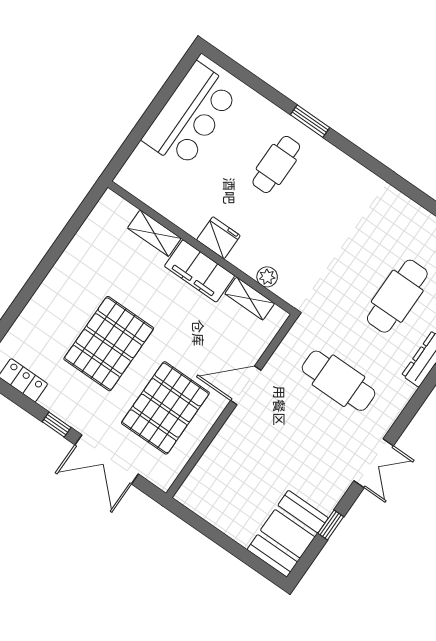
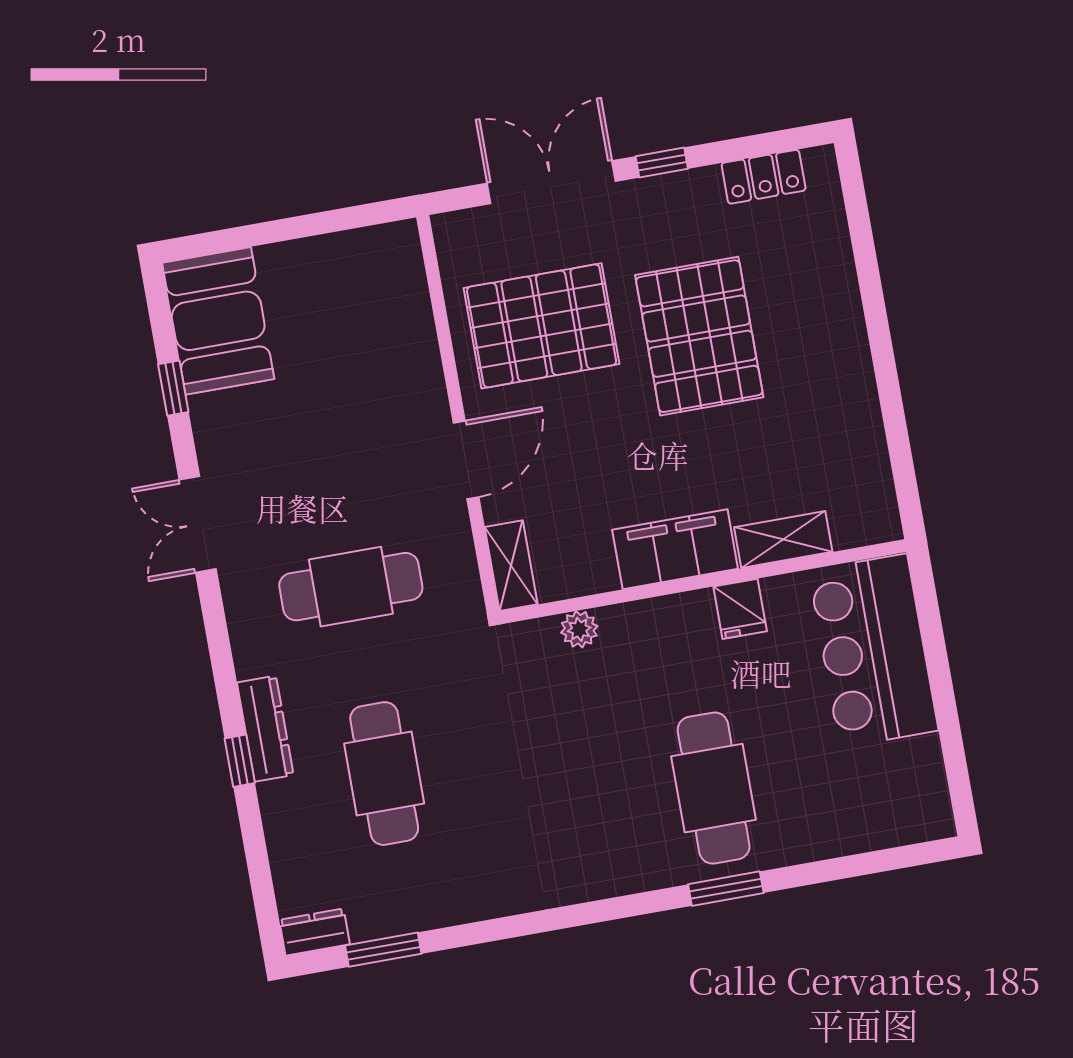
bar counter: (190, 115) -> (873, 651), moved
cafe table: (276, 164) -> (714, 788), width x1.37, depth x1.35
fridge: (218, 238) -> (740, 609), moved, width x0.72
shelving: (250, 299) -> (511, 566), moved, turned 90
pallet: (165, 408) -> (542, 326), turned 90

